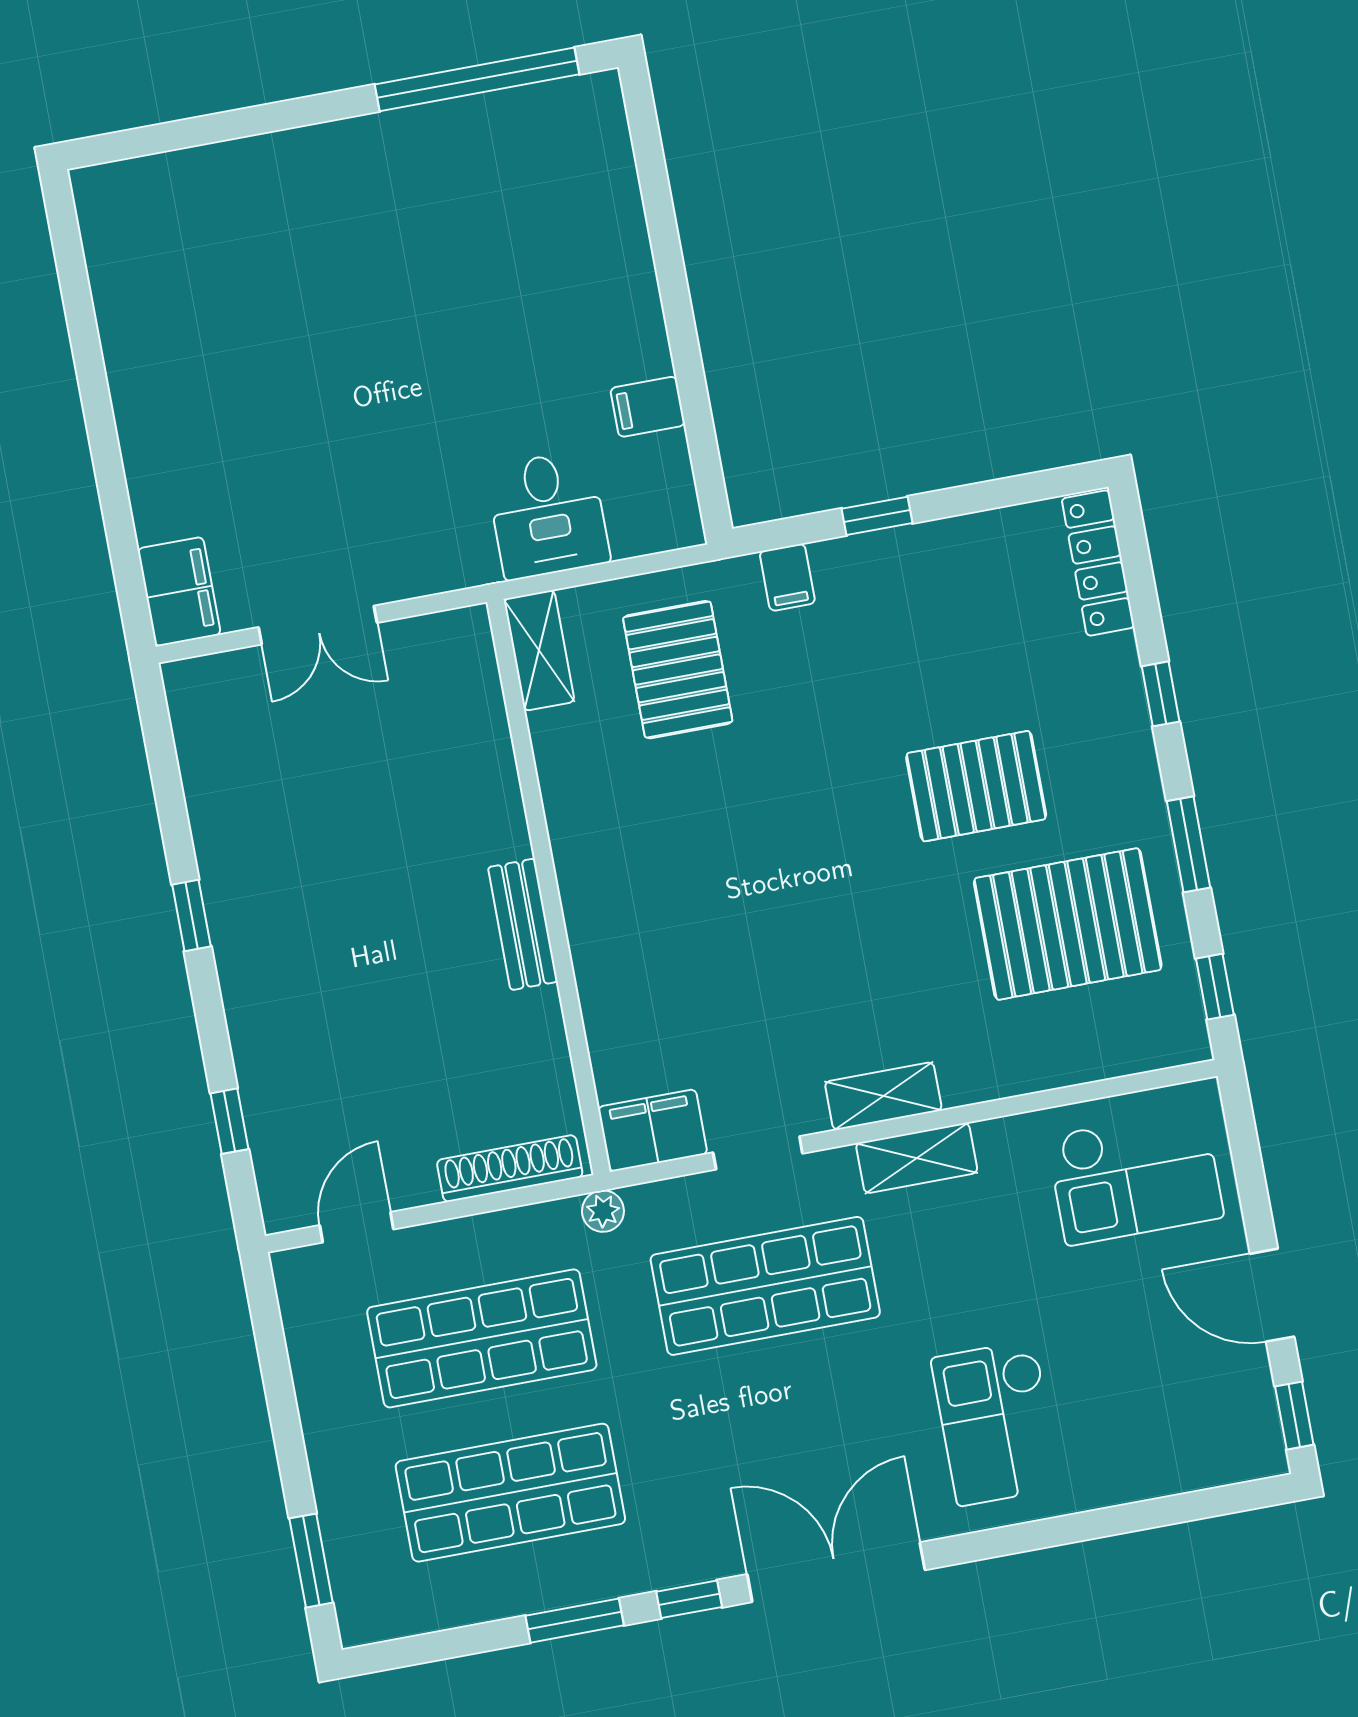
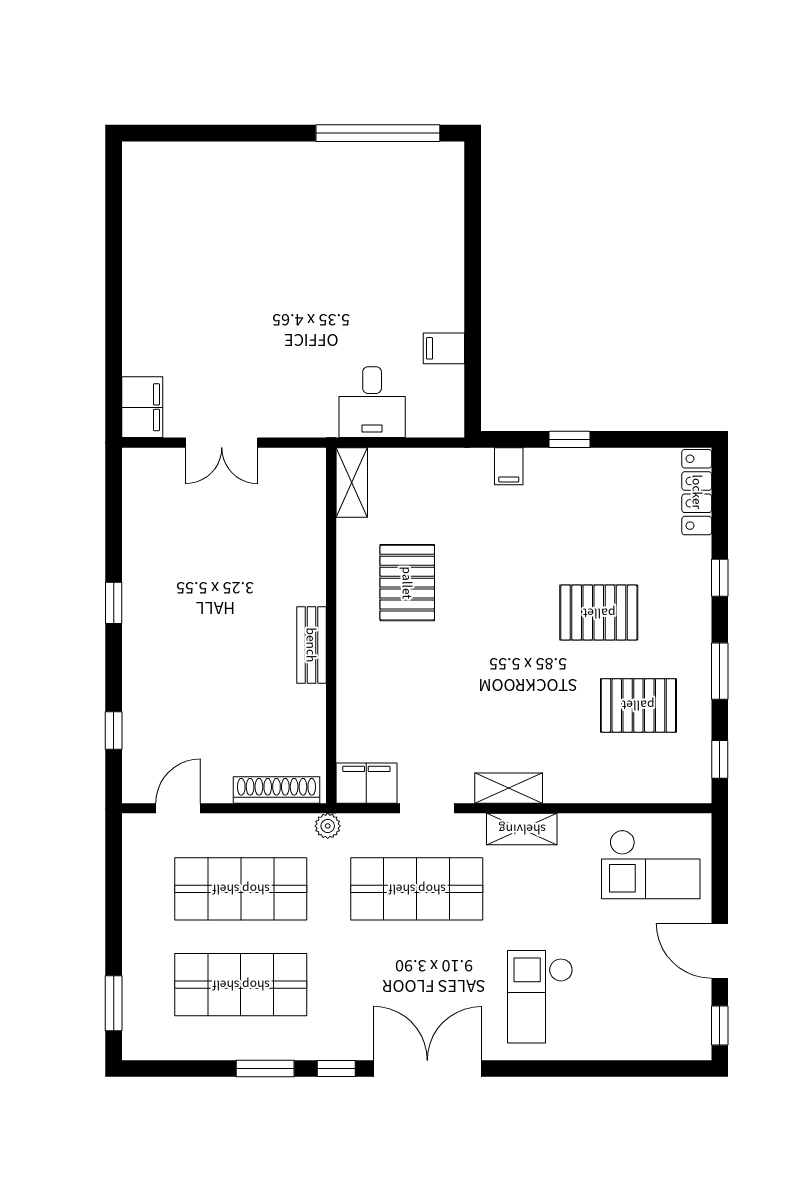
pallet: (678, 670) -> (407, 583), moved
pallet: (1068, 924) -> (638, 705), width x0.73, depth x0.71

